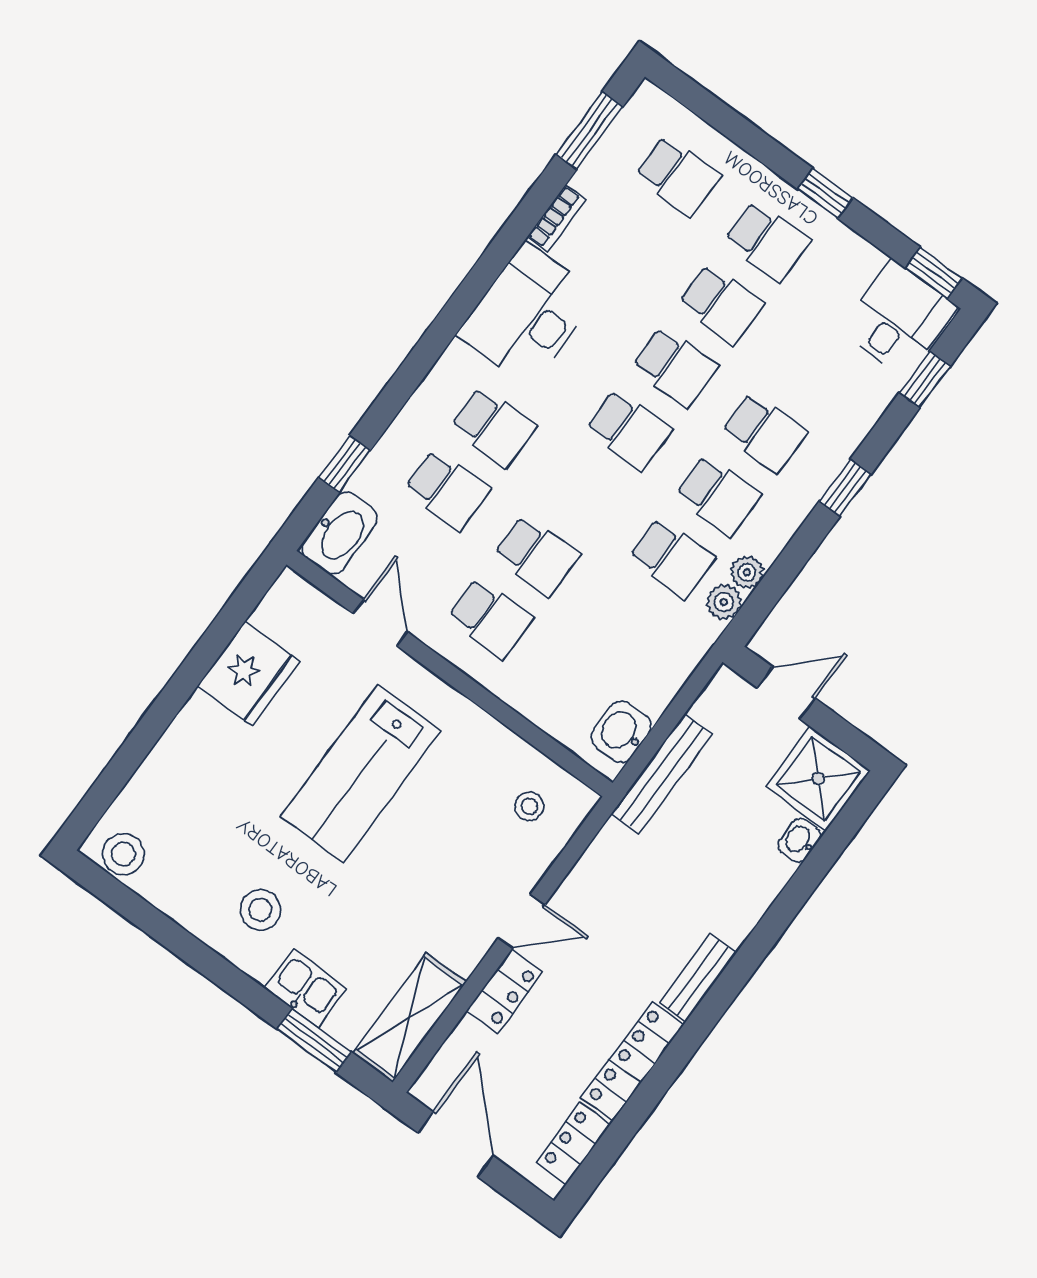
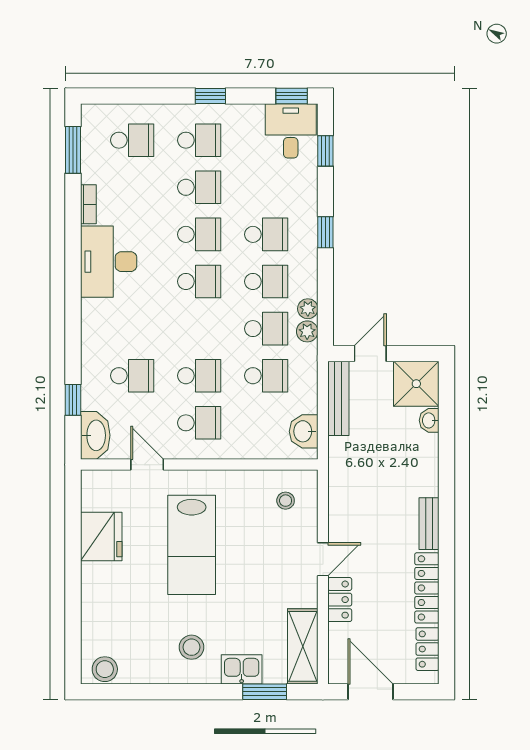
school desk: (493, 427) -> (266, 376), moved
bench: (662, 774) -> (338, 398), moved

